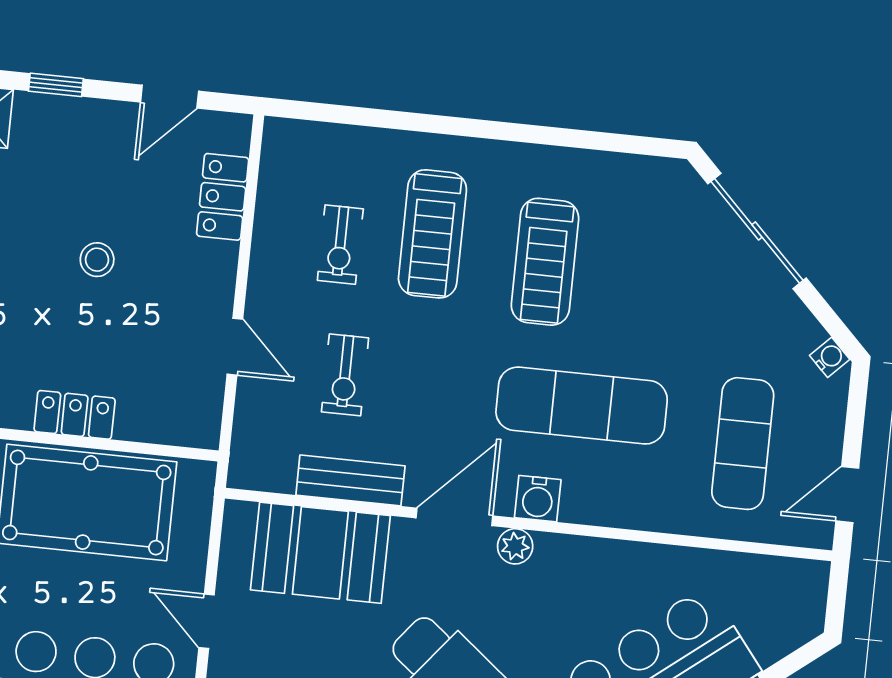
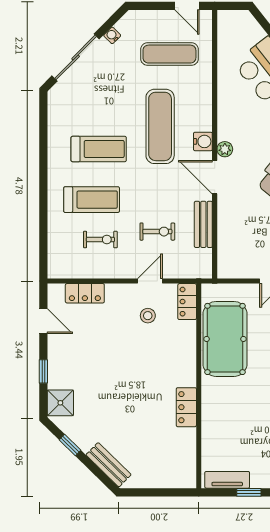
stool: (97, 260) -> (148, 316), moved
water cooler: (830, 357) -> (112, 35), moved
locker: (75, 415) -> (187, 302), moved
booth: (320, 553) -> (236, 234), removed

